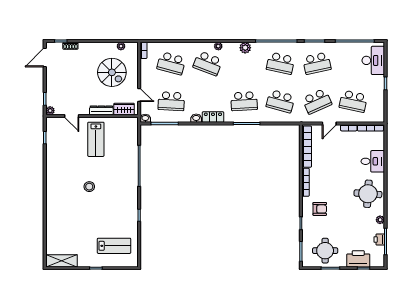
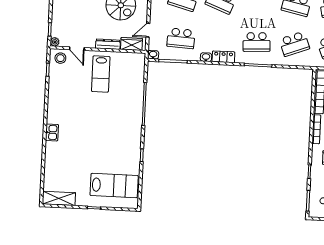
door: (139, 95) -> (148, 30), swing flipped
school desk: (280, 101) -> (294, 44), turned -36
stool: (89, 187) -> (60, 58), moved
kitchen sink: (52, 198) -> (52, 132), added
lab bench: (114, 246) -> (114, 186), width x1.36, depth x1.39

